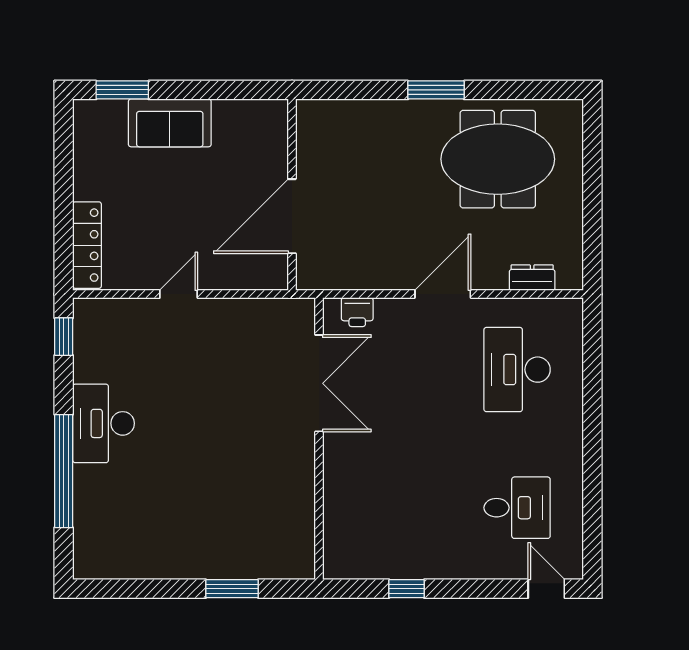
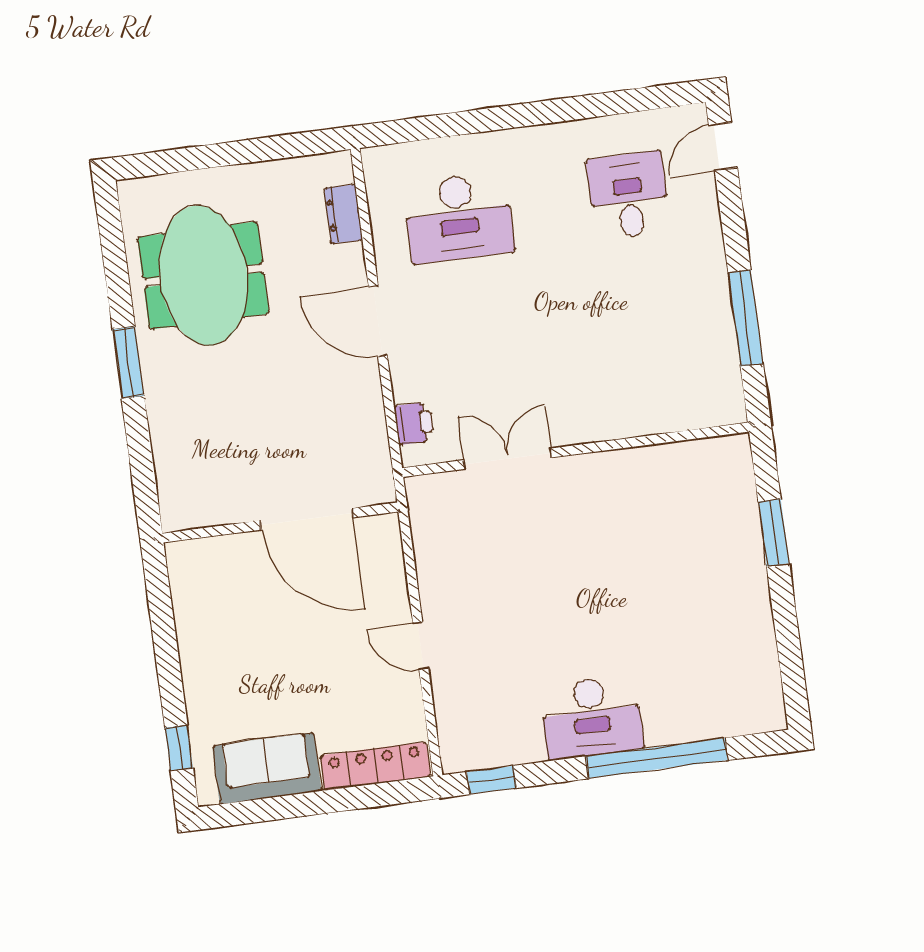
window: (122, 90) -> (179, 748), width x0.67
sofa: (170, 123) -> (267, 768), moved, turned -90
double door: (319, 383) -> (508, 459), width x0.73
window: (407, 589) -> (746, 318), width x2.17

